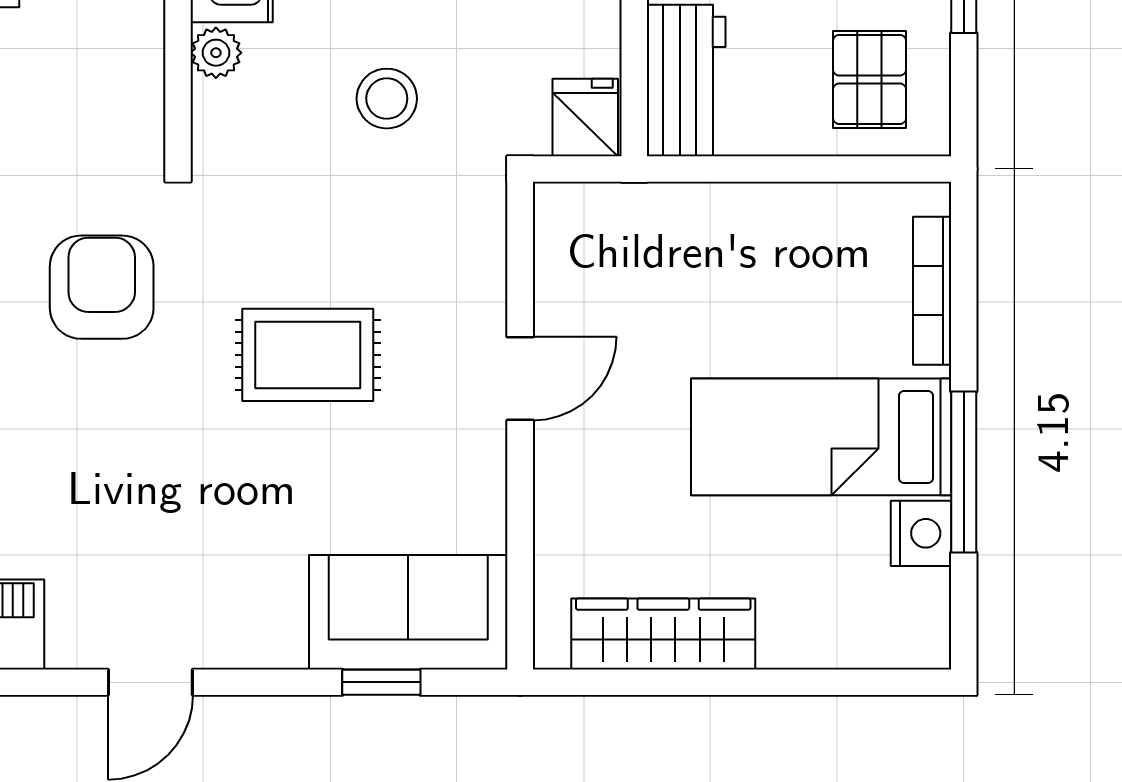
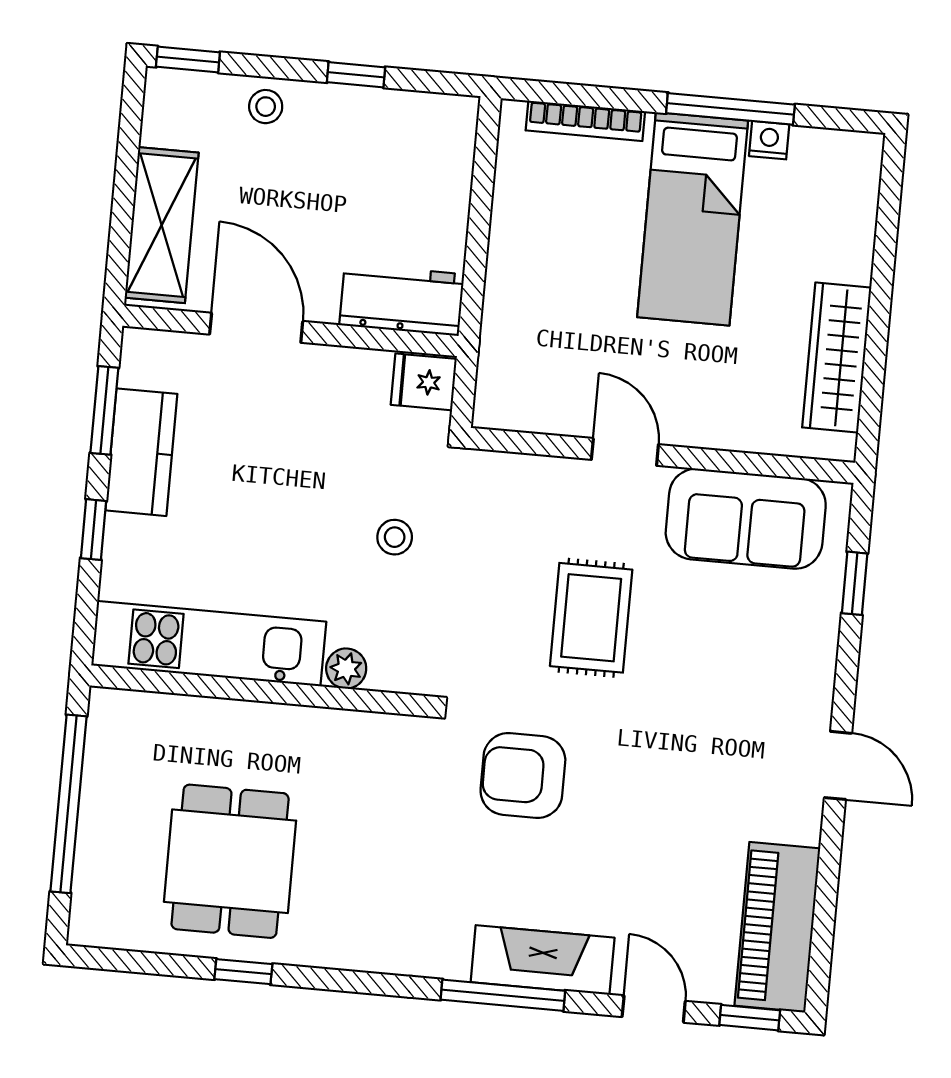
pallet: (870, 79) -> (414, 155), removed
stool: (387, 99) -> (395, 537), width x0.73, depth x0.73
nightstand: (921, 533) -> (769, 140), width x0.72, depth x0.74
sofa: (408, 612) -> (746, 519), moved, turned -90

